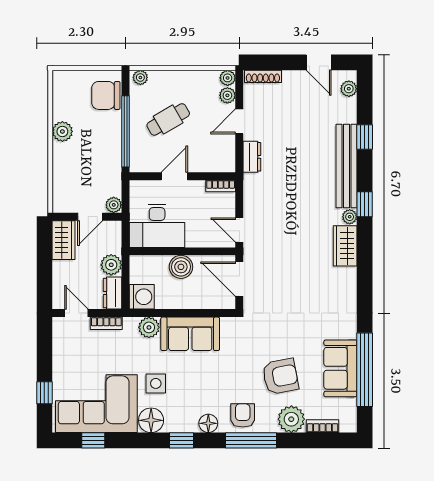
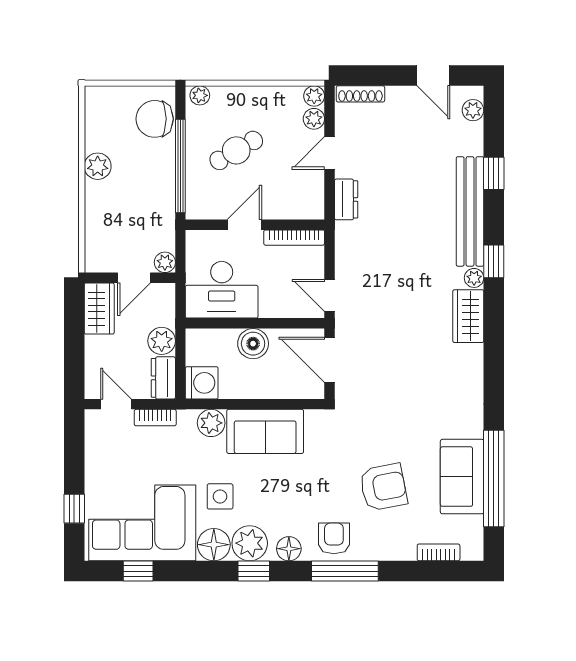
bookcase: (221, 186) -> (294, 238), width x1.56
plant: (291, 419) -> (250, 543), moved

